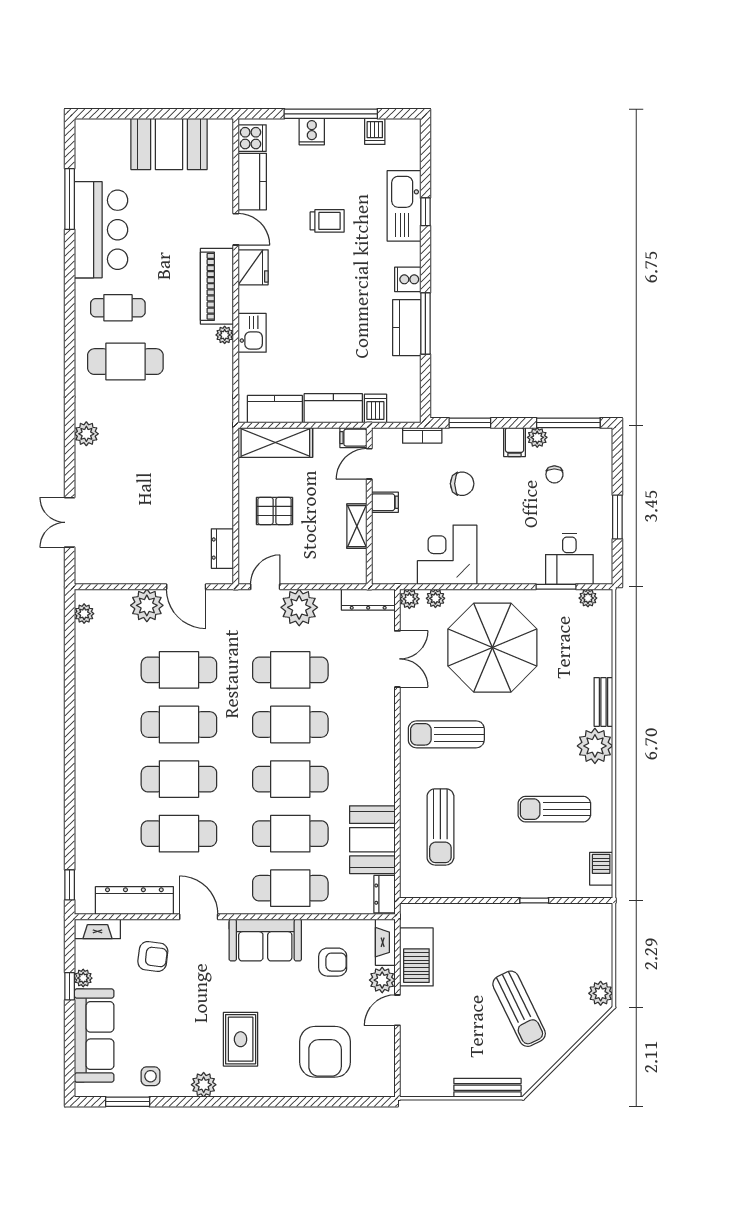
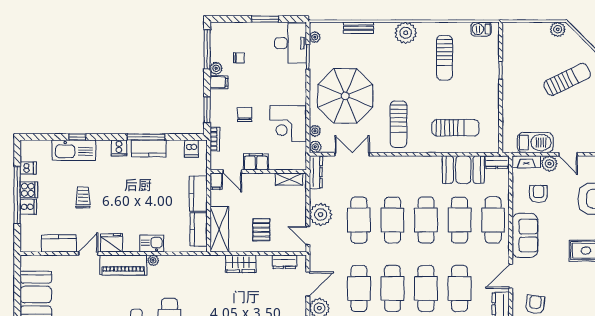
cooker: (252, 138) -> (29, 190), moved, turned 90
dishwasher: (375, 409) -> (191, 149), moved, turned -90
wardrobe: (219, 478) -> (241, 264), added
filing cabinet: (385, 502) -> (256, 162), width x2.00
shelving: (357, 526) -> (289, 179), moved
desk: (569, 559) -> (291, 43), width x1.37
bench: (603, 702) -> (358, 28), moved

